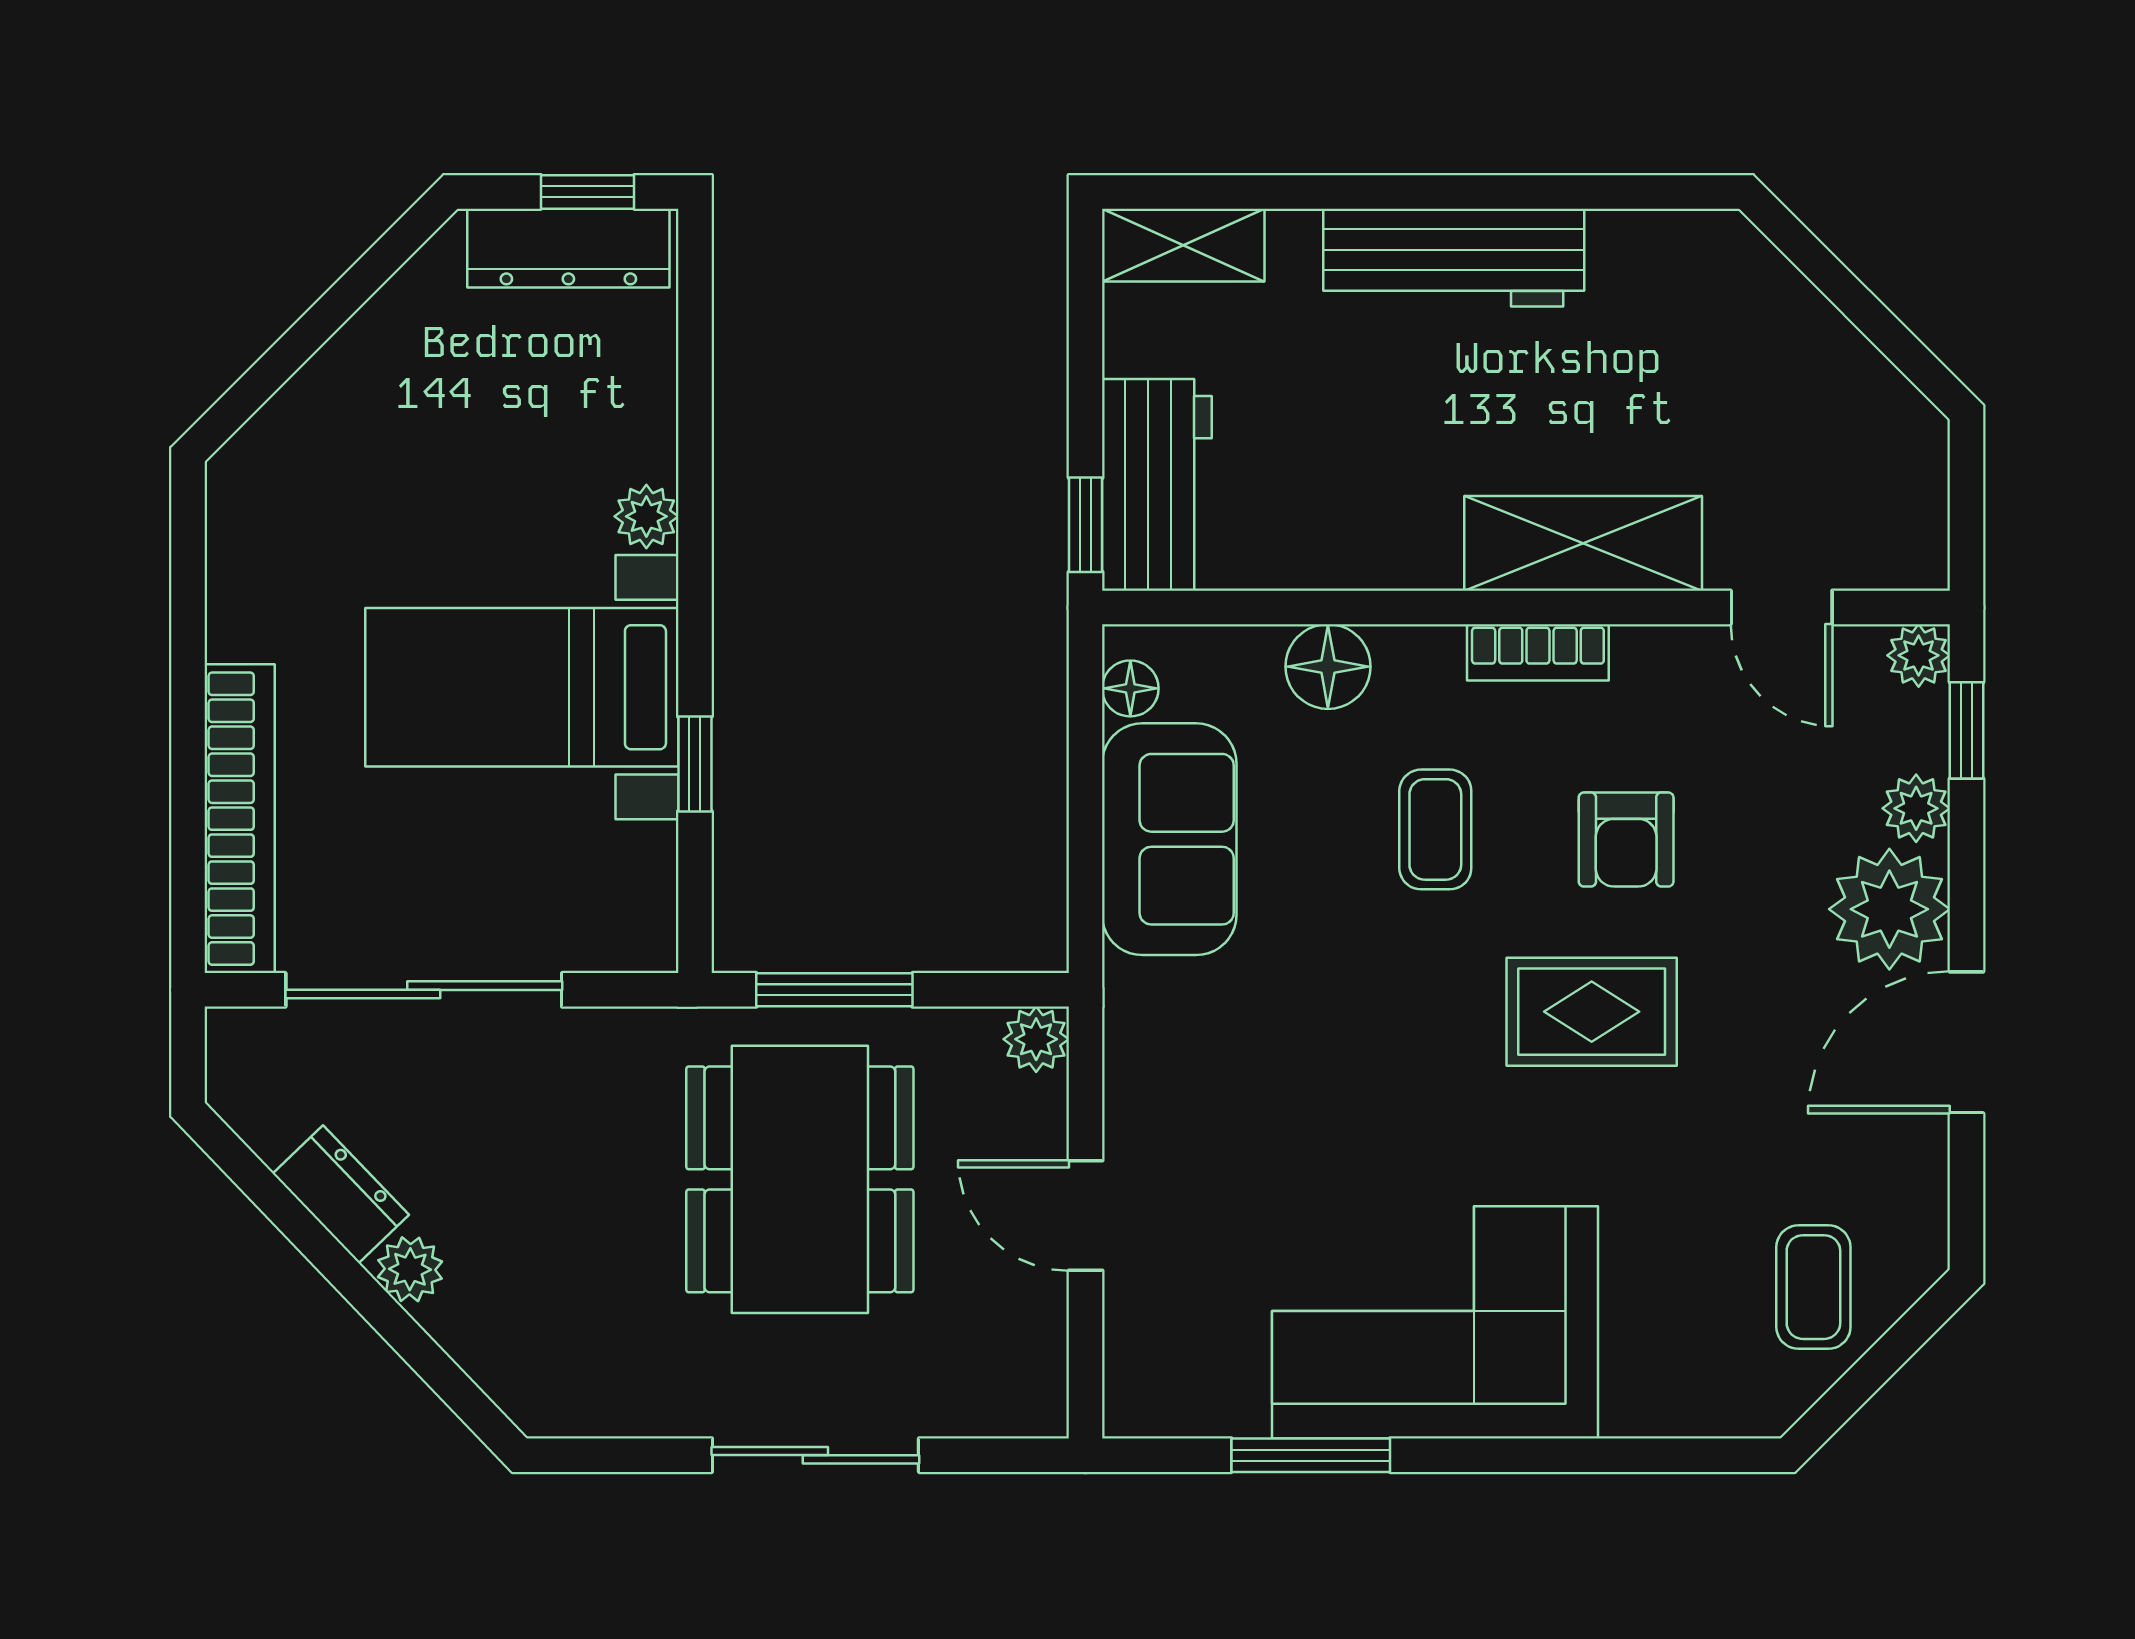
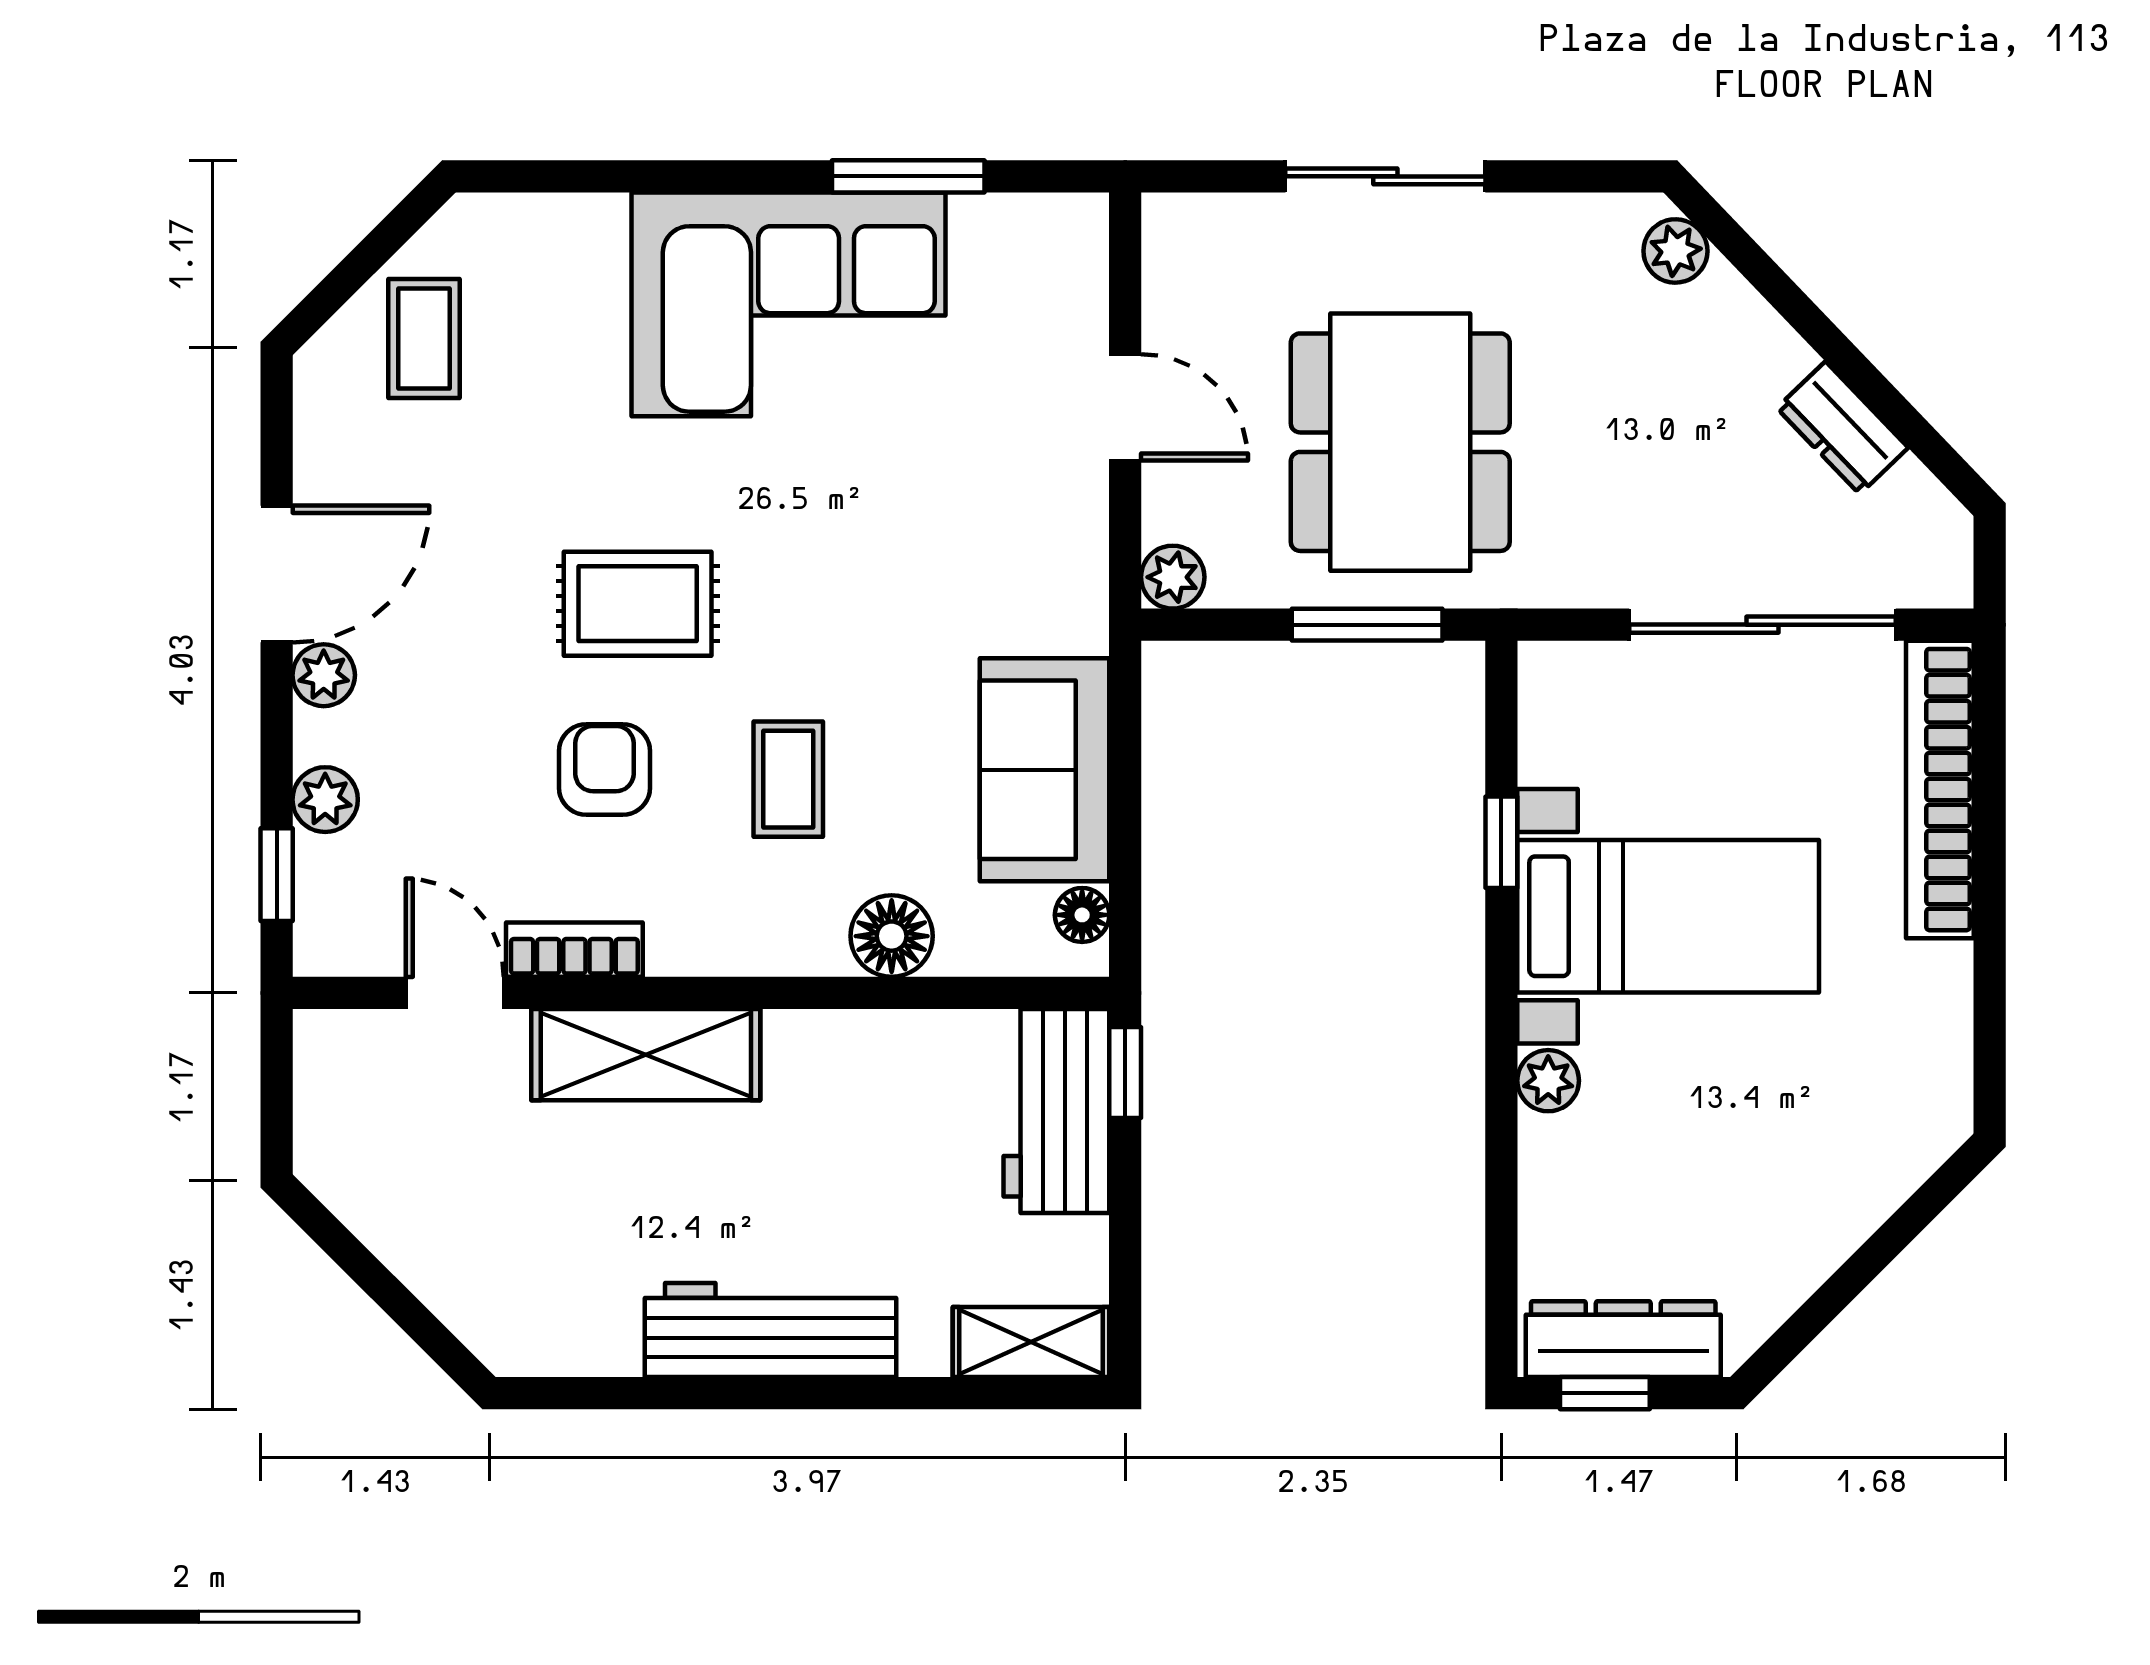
bookcase: (1538, 652) -> (574, 950), moved
plant: (1919, 655) -> (323, 947), removed
plant: (1889, 909) -> (324, 675), width x0.53, depth x0.53
plant: (410, 1269) -> (1675, 251), moved

